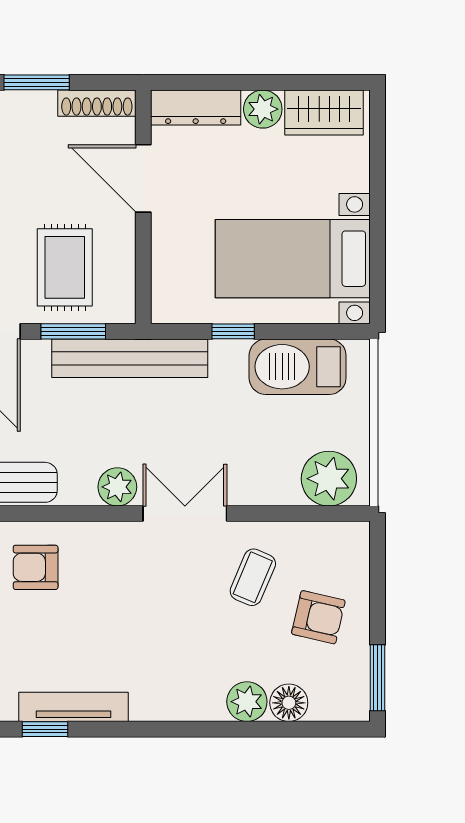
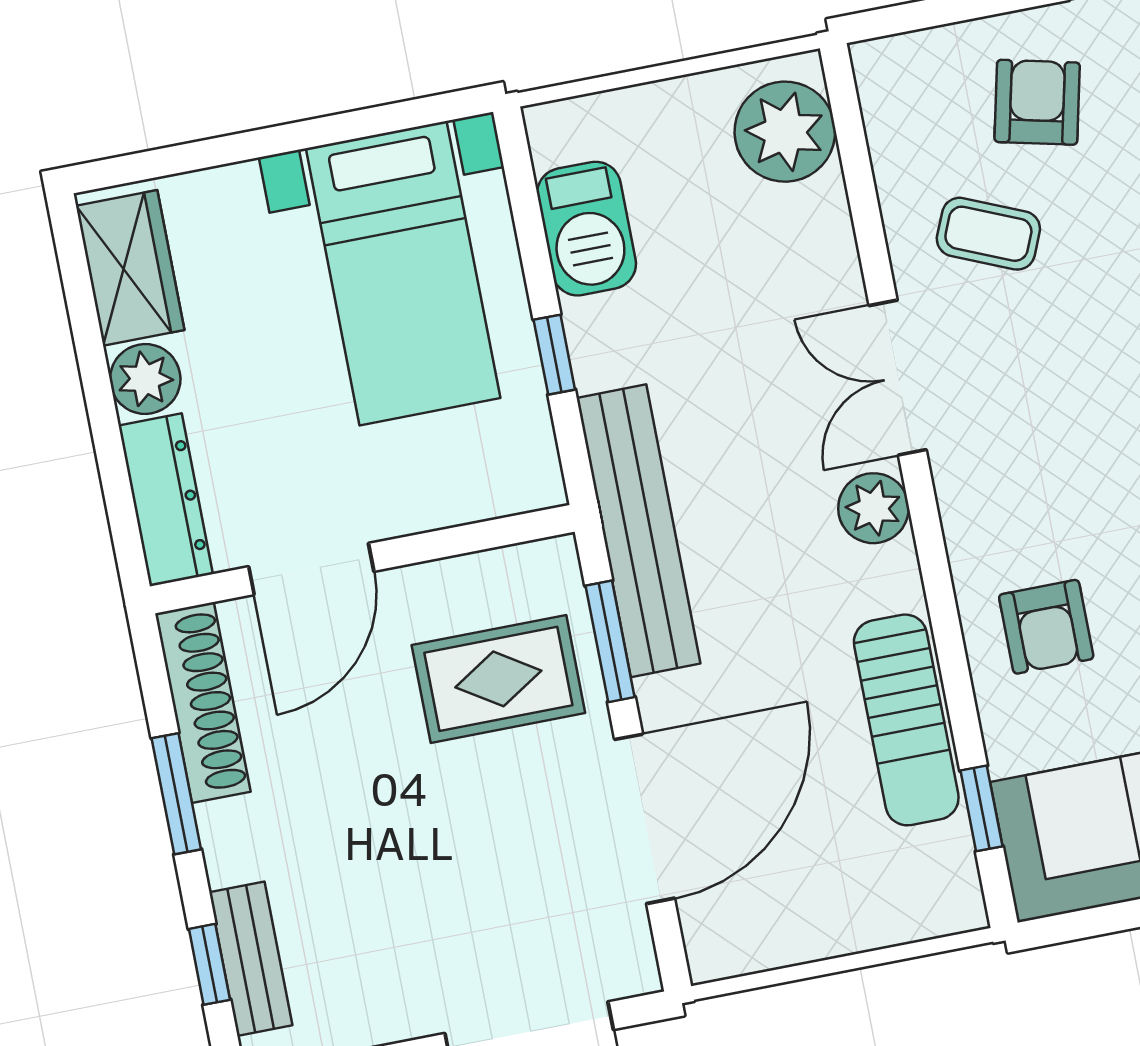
shoe rack: (97, 103) -> (203, 703), width x1.36, depth x1.24
barbecue: (298, 367) -> (587, 229), width x0.73, depth x0.83

